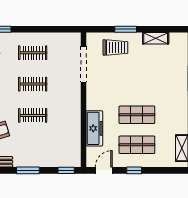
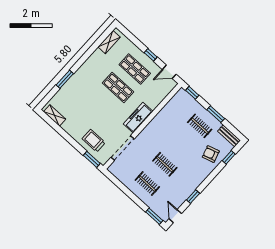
window: (126, 29) -> (92, 159), moved
shelving: (156, 38) -> (55, 115), moved
clothes rail: (33, 115) -> (200, 126), moved
freezer: (94, 128) -> (138, 118), moved

